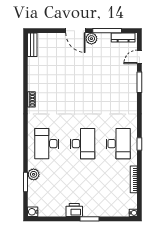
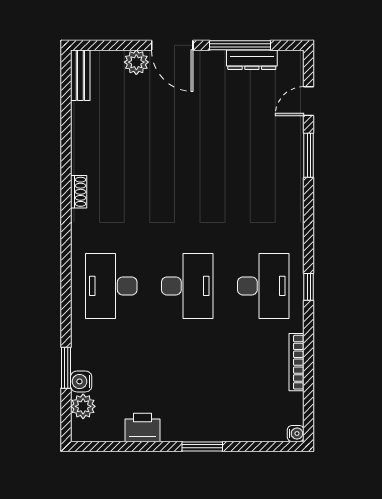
dresser: (123, 37) -> (252, 60), moved
plant: (91, 39) -> (136, 62), moved
plant: (34, 174) -> (83, 406), moved
printer: (74, 210) -> (143, 427), moved
water cooler: (33, 212) -> (81, 381), moved

